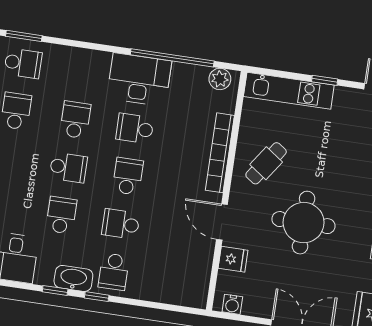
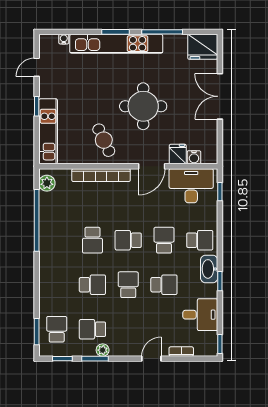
desk: (139, 80) -> (191, 186), moved, turned 90
school desk: (75, 120) -> (92, 285), turned 180
cafe table: (266, 163) -> (104, 140), turned 30
school desk: (61, 215) -> (164, 285), turned 180
school desk: (121, 224) -> (164, 240), turned 180
window: (97, 297) -> (220, 192), moved
water cooler: (232, 304) -> (194, 157), moved, turned 90

